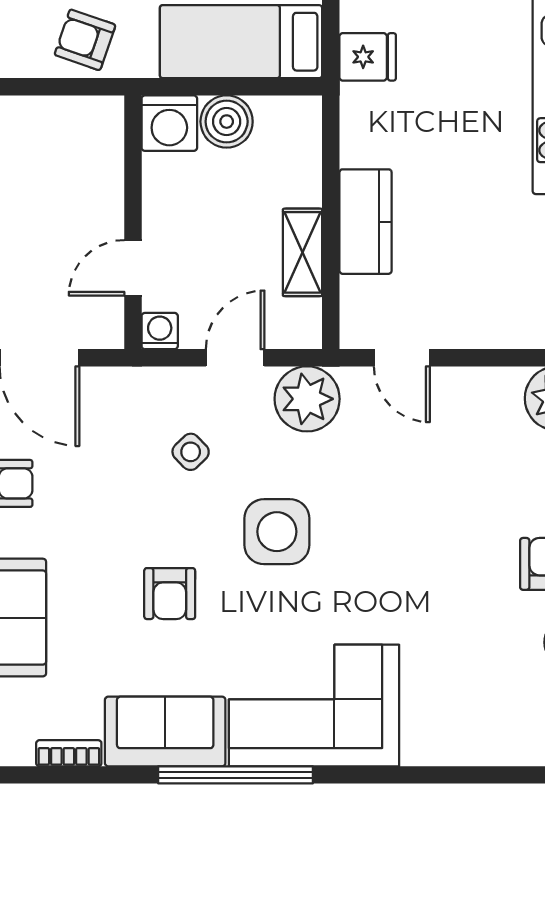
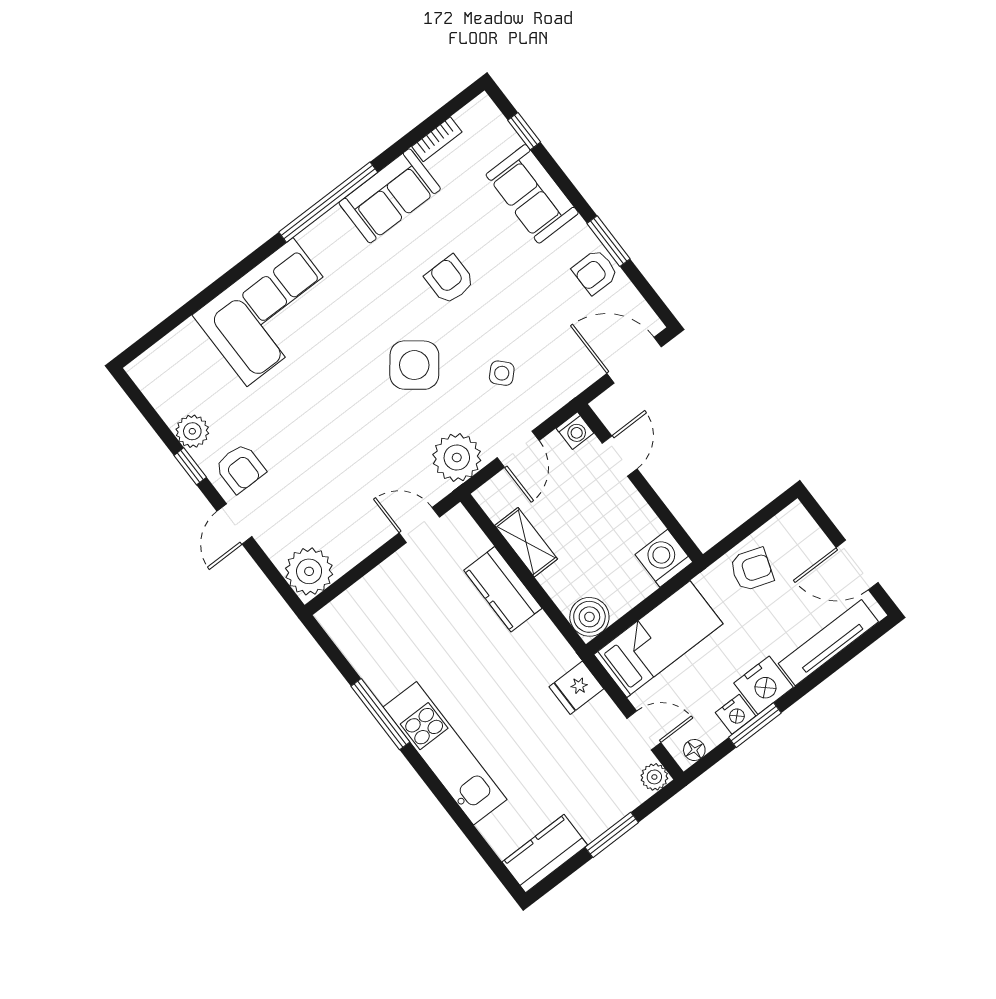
boiler: (227, 122) -> (589, 617), moved
side table: (277, 532) -> (414, 365), turned 38
corner sofa: (314, 706) -> (270, 312), moved

